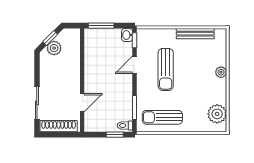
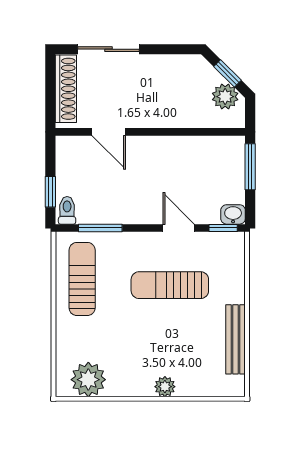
plant: (54, 48) -> (225, 97), moved

